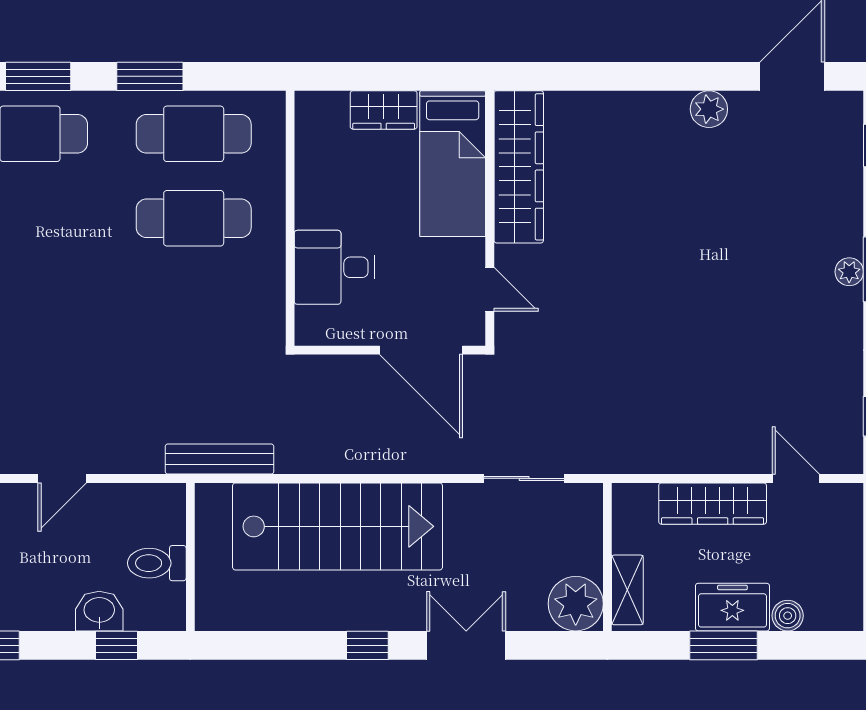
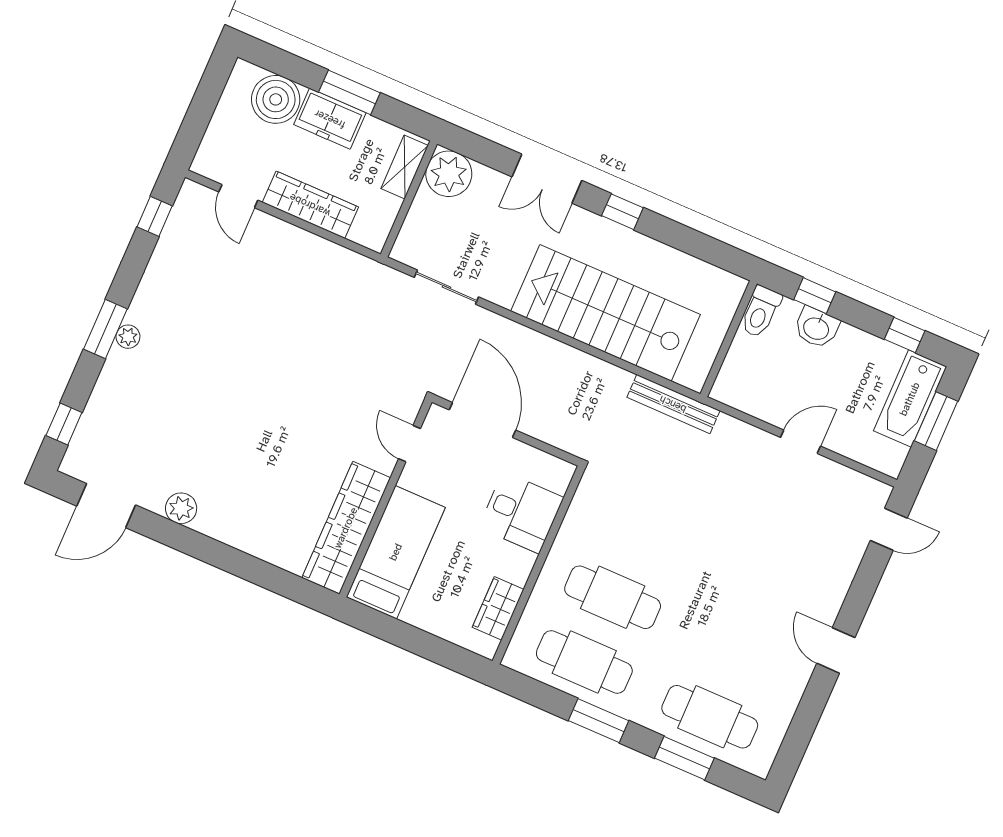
wardrobe: (384, 110) -> (498, 608), moved, turned -90
toilet: (157, 563) -> (761, 312), moved, turned 90
boiler: (788, 616) -> (276, 99), width x1.86, depth x1.86

